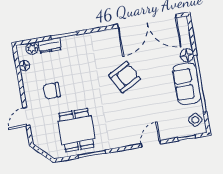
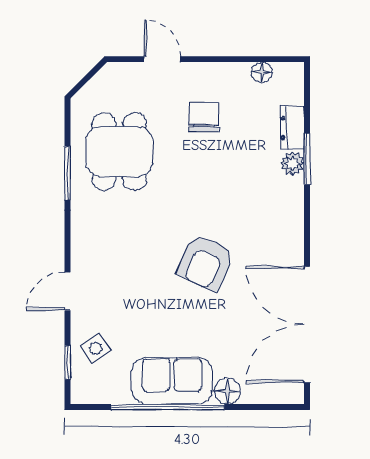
plant: (32, 48) -> (292, 163), moved
armchair: (125, 77) -> (206, 263), turned 53
side table: (195, 120) -> (96, 348), moved
dining table: (76, 130) -> (119, 152), turned 90
door: (151, 144) -> (67, 291), swing flipped

